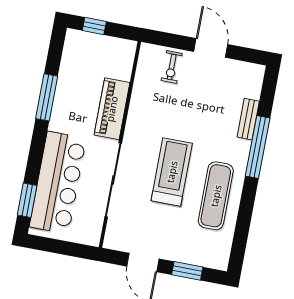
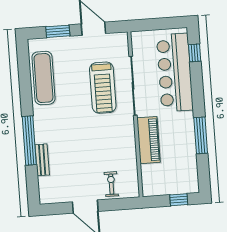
treadmill: (172, 172) -> (103, 88), moved
exercise mat: (216, 196) -> (43, 78), moved
window: (27, 200) -> (195, 53), width x0.67

